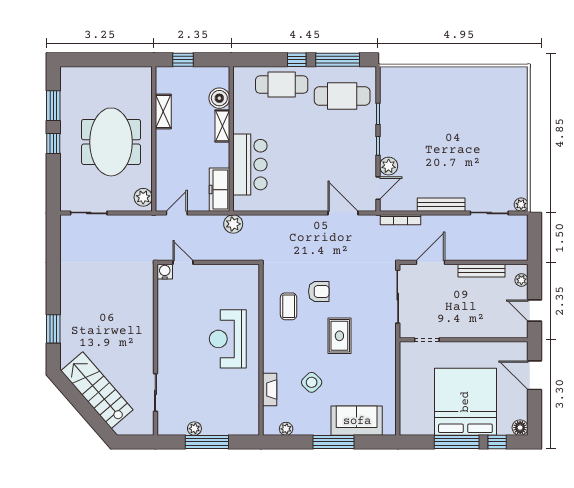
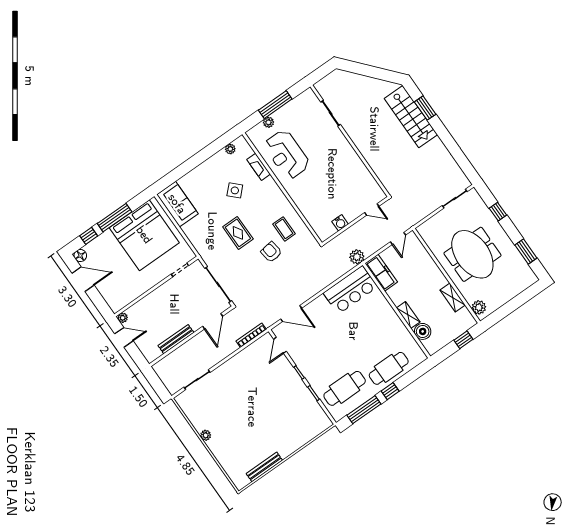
window: (53, 143) -> (498, 212), moved
bar counter: (250, 165) -> (350, 290), moved, turned -90
plant: (389, 166) -> (283, 364), removed
plant: (143, 197) -> (479, 307), moved
bench: (441, 205) -> (264, 467), moved
plant: (521, 205) -> (206, 435), moved
water cooler: (165, 272) -> (340, 223), moved
plant: (521, 280) -> (123, 318), moved
armchair: (319, 291) -> (271, 252), turned 82
reception desk: (228, 339) -> (287, 155), moved, turned 180
door: (534, 375) -> (83, 279), moved
stairs: (97, 390) -> (411, 117), moved, turned 41
bed: (465, 402) -> (144, 235), moved
sofa: (357, 421) -> (177, 204), moved, turned -90
plant: (194, 429) -> (268, 122), moved
window: (334, 442) -> (194, 162), removed

